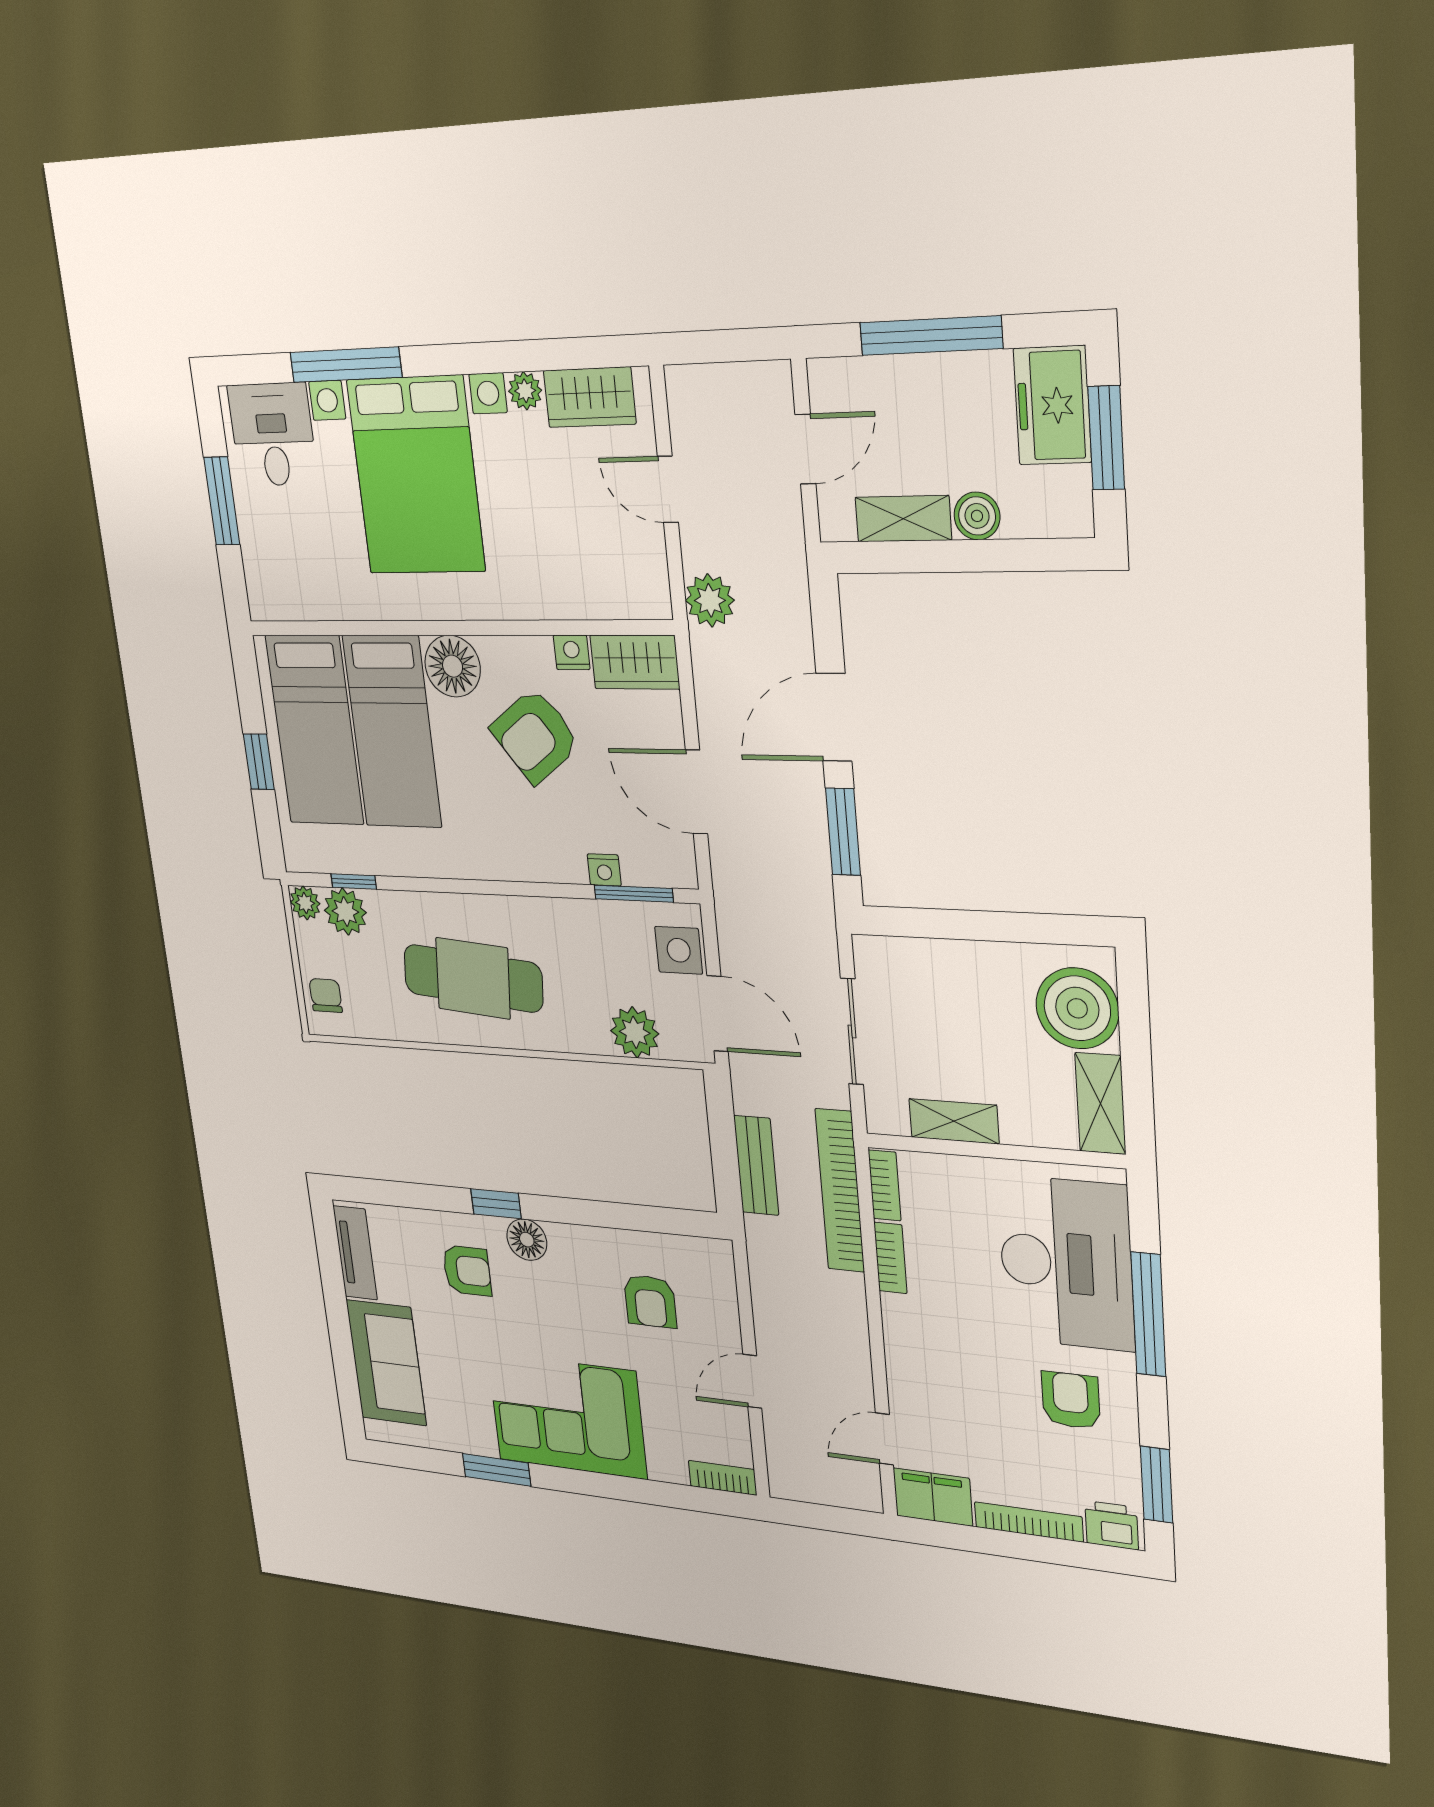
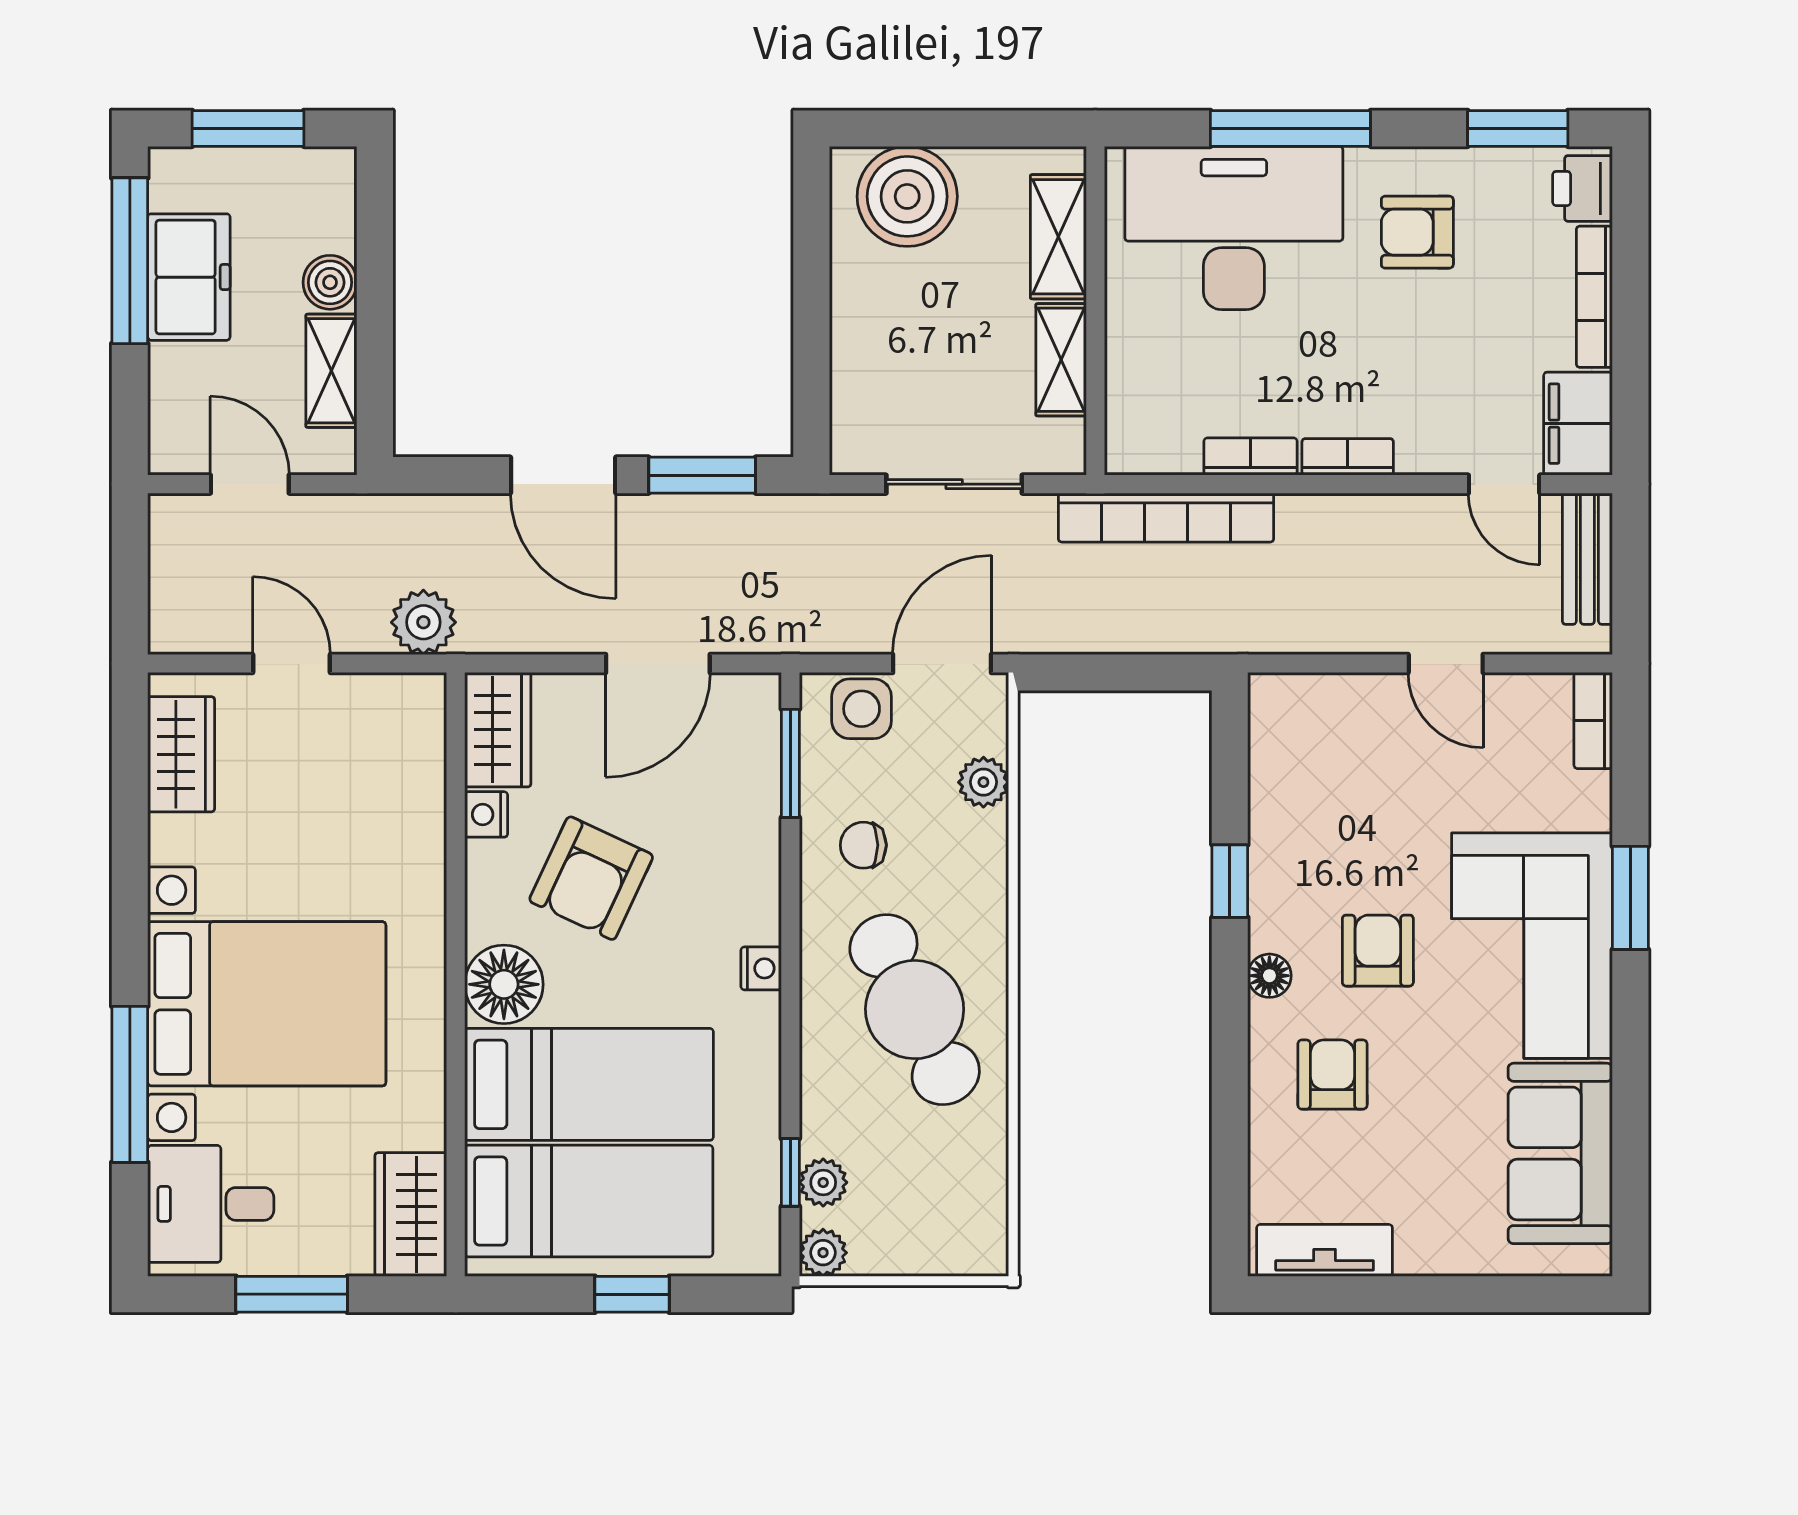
window: (931, 336) -> (130, 261), moved
plant: (525, 391) -> (170, 839), removed
freezer: (1052, 405) -> (189, 277), moved, turned -90
door: (668, 489) -> (291, 664), swing flipped
wardrobe: (287, 593) -> (411, 1214), added
armchair: (535, 736) -> (591, 878), turned 62
nightstand: (604, 870) -> (761, 968), moved
plant: (345, 912) -> (823, 1182), width x0.73, depth x0.73
cafe table: (473, 978) -> (915, 1010), turned -31
chair: (326, 996) -> (863, 845), moved
plant: (635, 1032) -> (983, 782), width x0.73, depth x0.73
shelving: (1100, 1104) -> (1058, 237), moved, turned 90
bench: (756, 1165) -> (1587, 559), moved, turned 90
bookcase: (885, 1185) -> (1348, 457), moved
window: (496, 1204) -> (1230, 881), moved
floor lamp: (527, 1240) -> (1269, 976), width x0.73, depth x0.73
armchair: (650, 1301) -> (1378, 951), moved, turned -90
sofa: (386, 1363) -> (1560, 1153), moved, turned -90
window: (497, 1470) -> (1630, 898), moved

